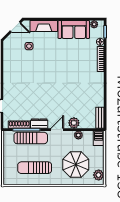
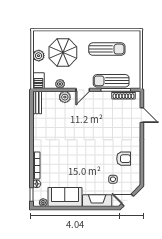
armchair: (19, 65) -> (124, 159), added
dresser: (39, 124) -> (102, 96), removed
plant: (99, 175) -> (39, 56), moved

